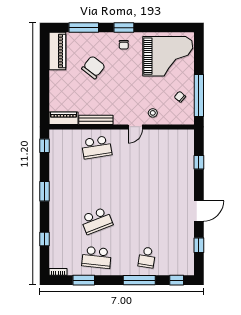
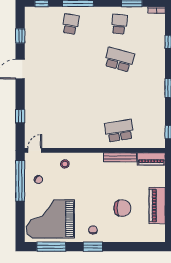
window: (84, 28) -> (51, 247), moved
piano: (57, 51) -> (157, 205), moved
chair: (93, 67) -> (122, 208), turned -128
door: (135, 127) -> (35, 150), moved
school desk: (97, 221) -> (119, 60), turned 36
school desk: (97, 257) -> (119, 24), width x0.54

